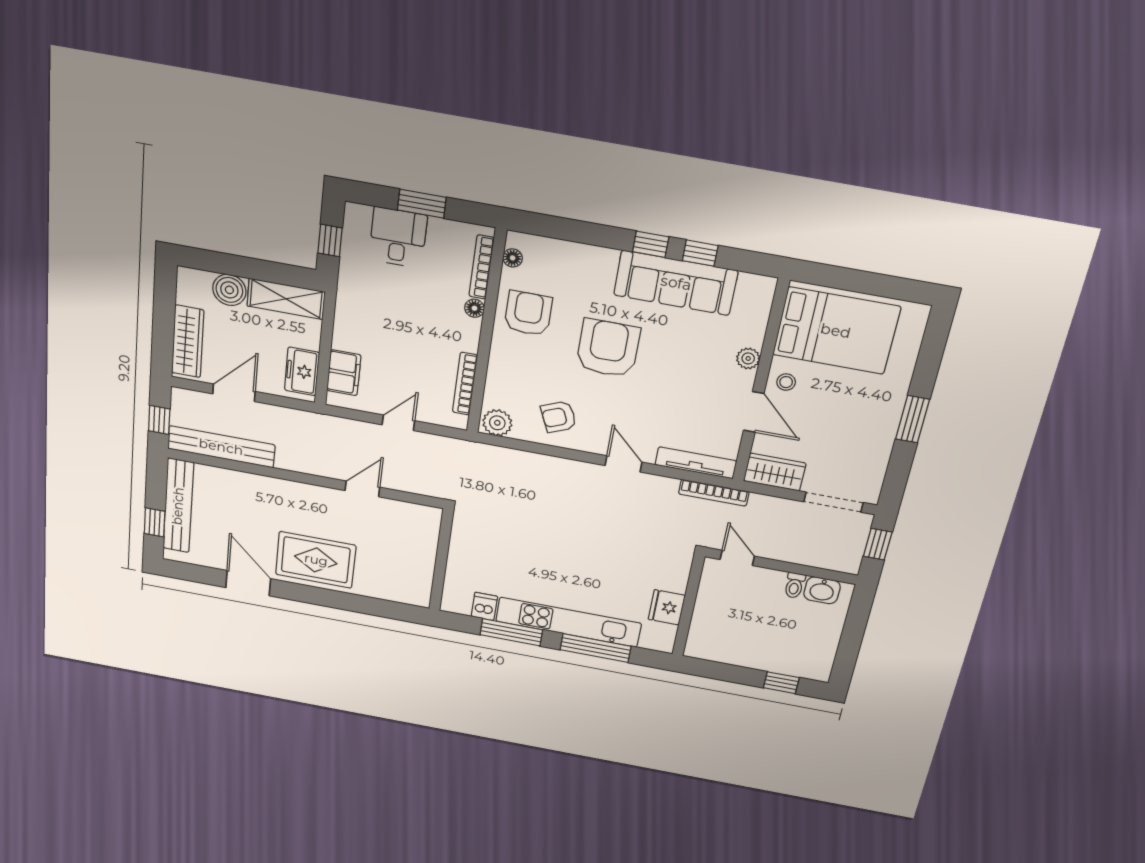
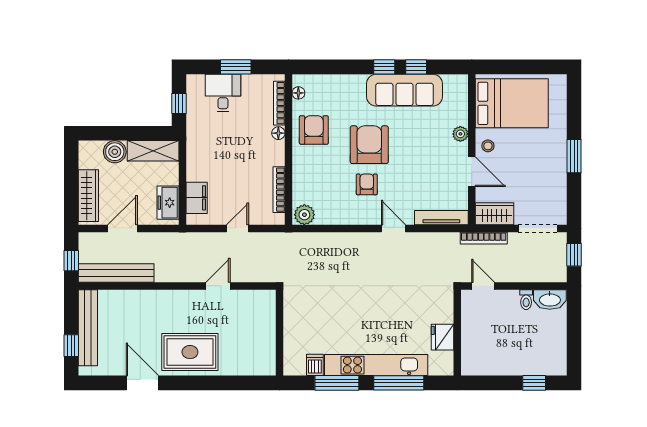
armchair: (559, 417) -> (367, 184), moved, turned 113
bookcase: (714, 493) -> (484, 238), moved
washbasin: (822, 590) -> (550, 299), width x1.38

